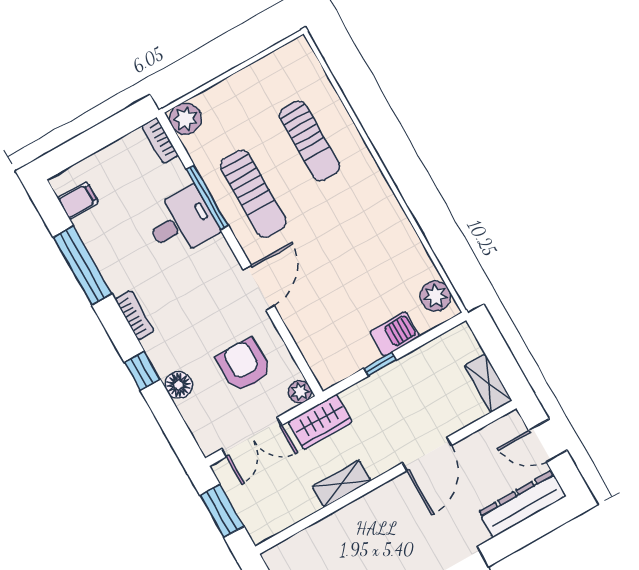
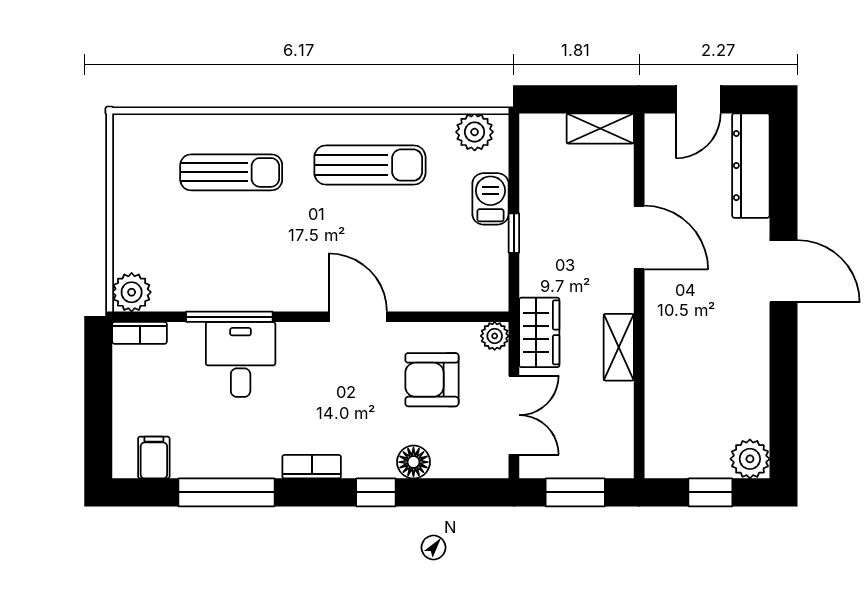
sun lounger: (253, 194) -> (370, 165), moved

